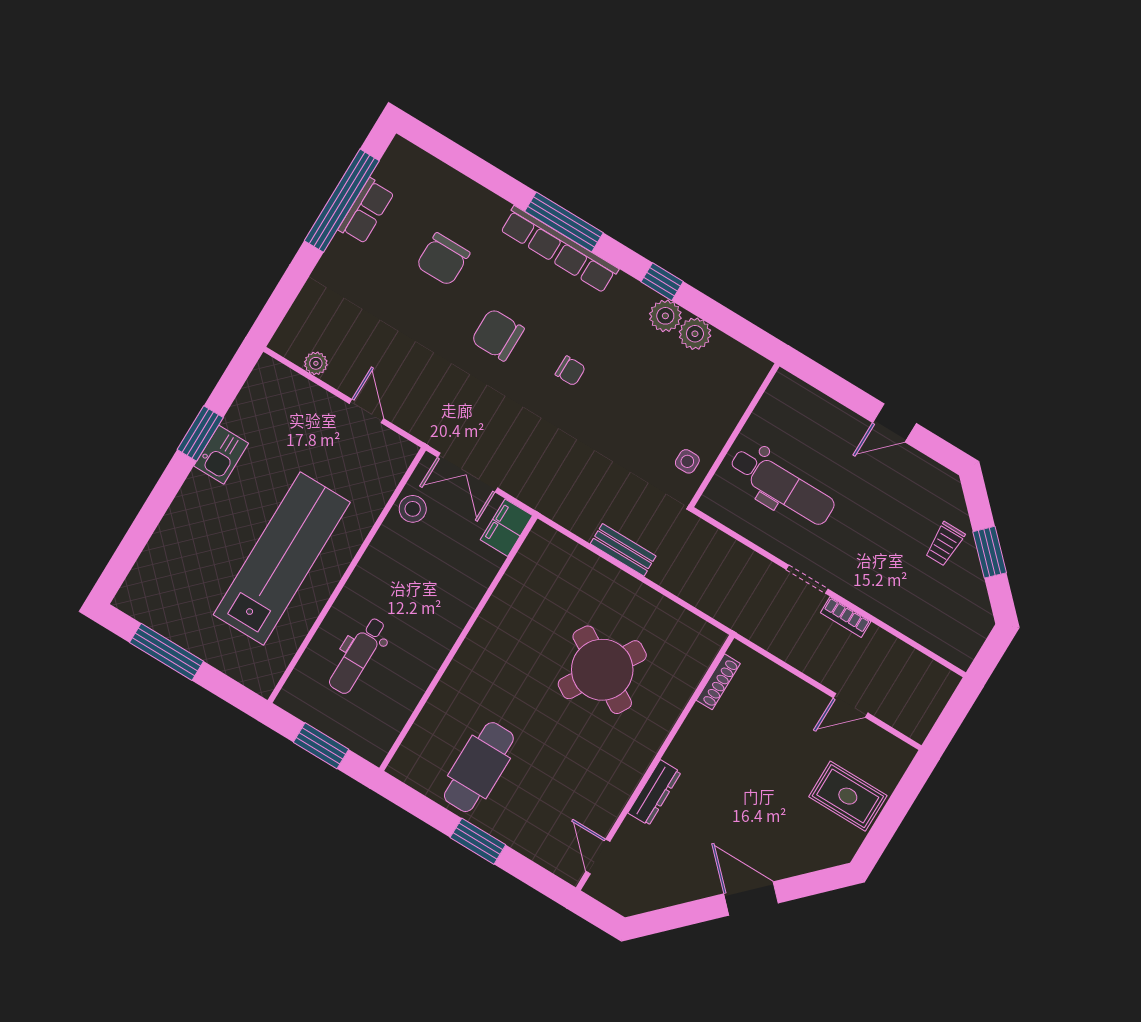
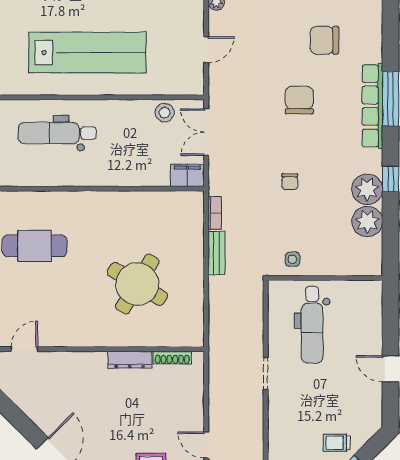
plant: (665, 316) -> (367, 189), width x1.36, depth x1.36
plant: (695, 334) -> (367, 222), width x1.36, depth x1.36
chair: (570, 371) -> (290, 182), moved
bookcase: (846, 617) -> (215, 213), moved, turned 180
dental chair: (358, 656) -> (57, 133), width x1.36, depth x1.38
dresser: (654, 793) -> (130, 360), moved

